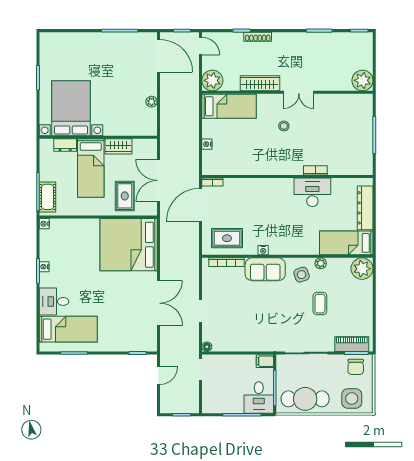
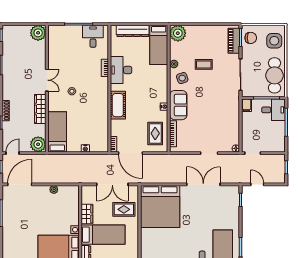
desk: (358, 154) -> (93, 36), added
cot: (265, 188) -> (118, 105), added

